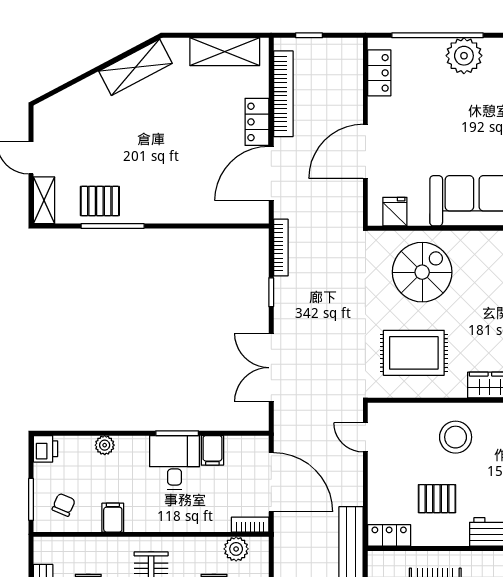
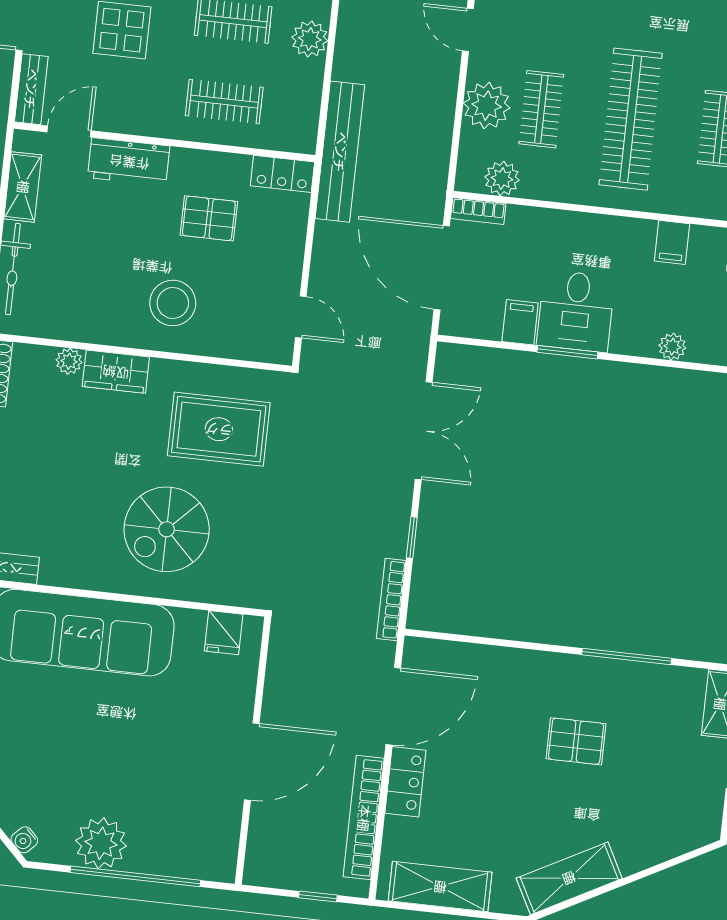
locker: (379, 73) -> (224, 832), removed
door: (365, 151) -> (252, 762), moved
pallet: (100, 201) -> (576, 741), moved
spiral stairs: (422, 272) -> (167, 529), moved

